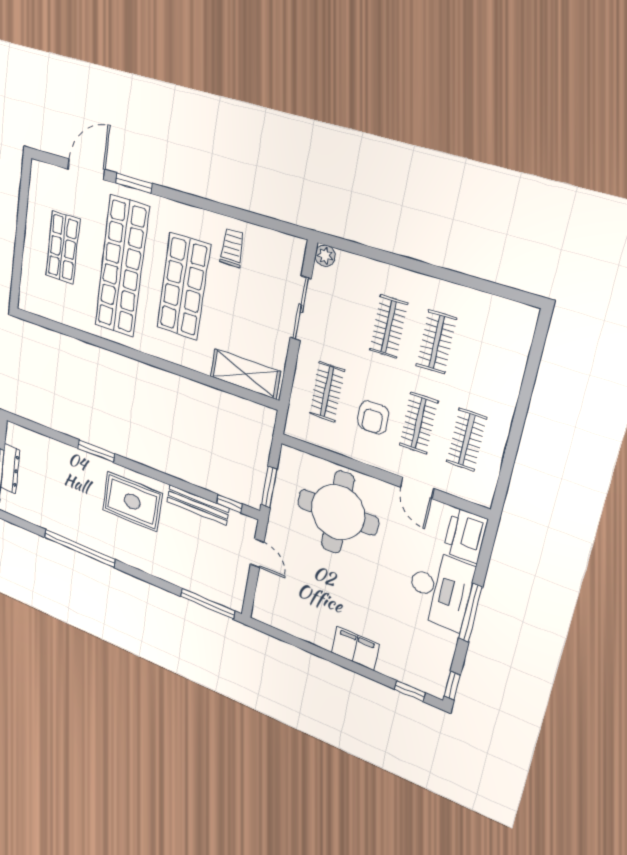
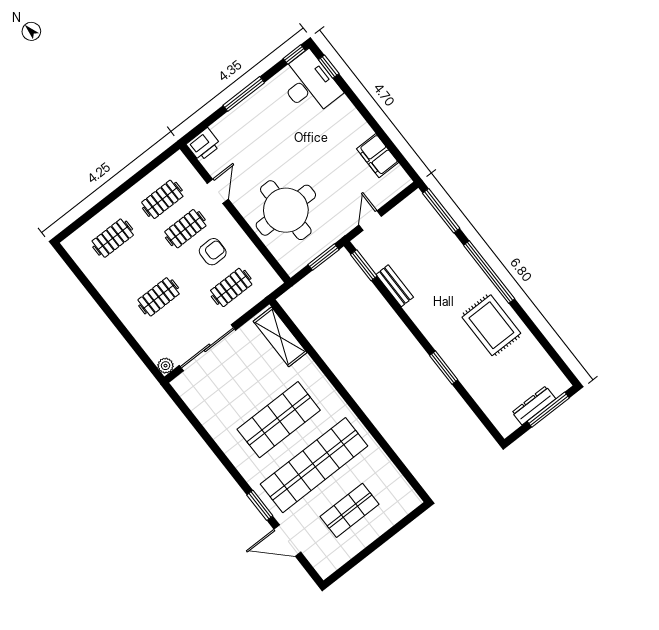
trolley: (232, 248) -> (224, 416), removed
sliding door: (301, 308) -> (207, 348), width x1.37
clothes rail: (437, 342) -> (113, 238), moved
rug: (132, 502) -> (491, 325), moved
window: (229, 504) -> (364, 265), width x1.50
bench: (198, 505) -> (395, 286), width x0.73
printer: (465, 536) -> (204, 145), width x0.73, depth x0.84
window: (80, 548) -> (489, 272), moved
desk: (440, 589) -> (309, 84), moved, turned 90
filing cabinet: (355, 648) -> (378, 156), moved

